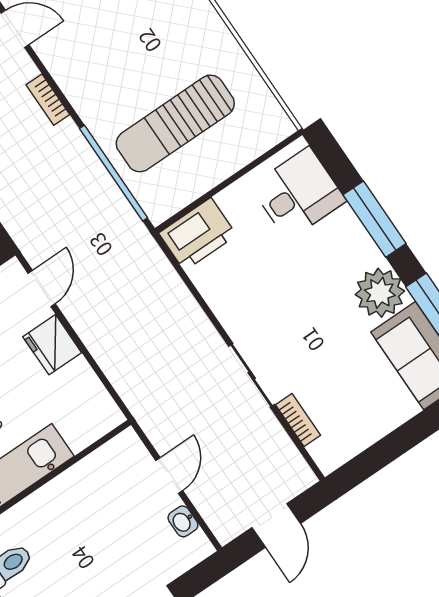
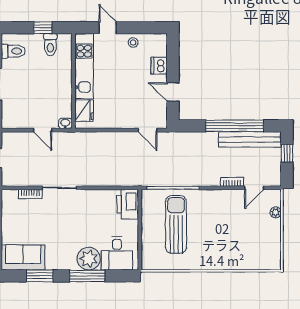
bookcase: (48, 100) -> (232, 182), moved
plant: (380, 293) -> (89, 259), moved
fridge: (52, 345) -> (84, 111), moved, turned 90
washbasin: (183, 521) -> (65, 123), moved

